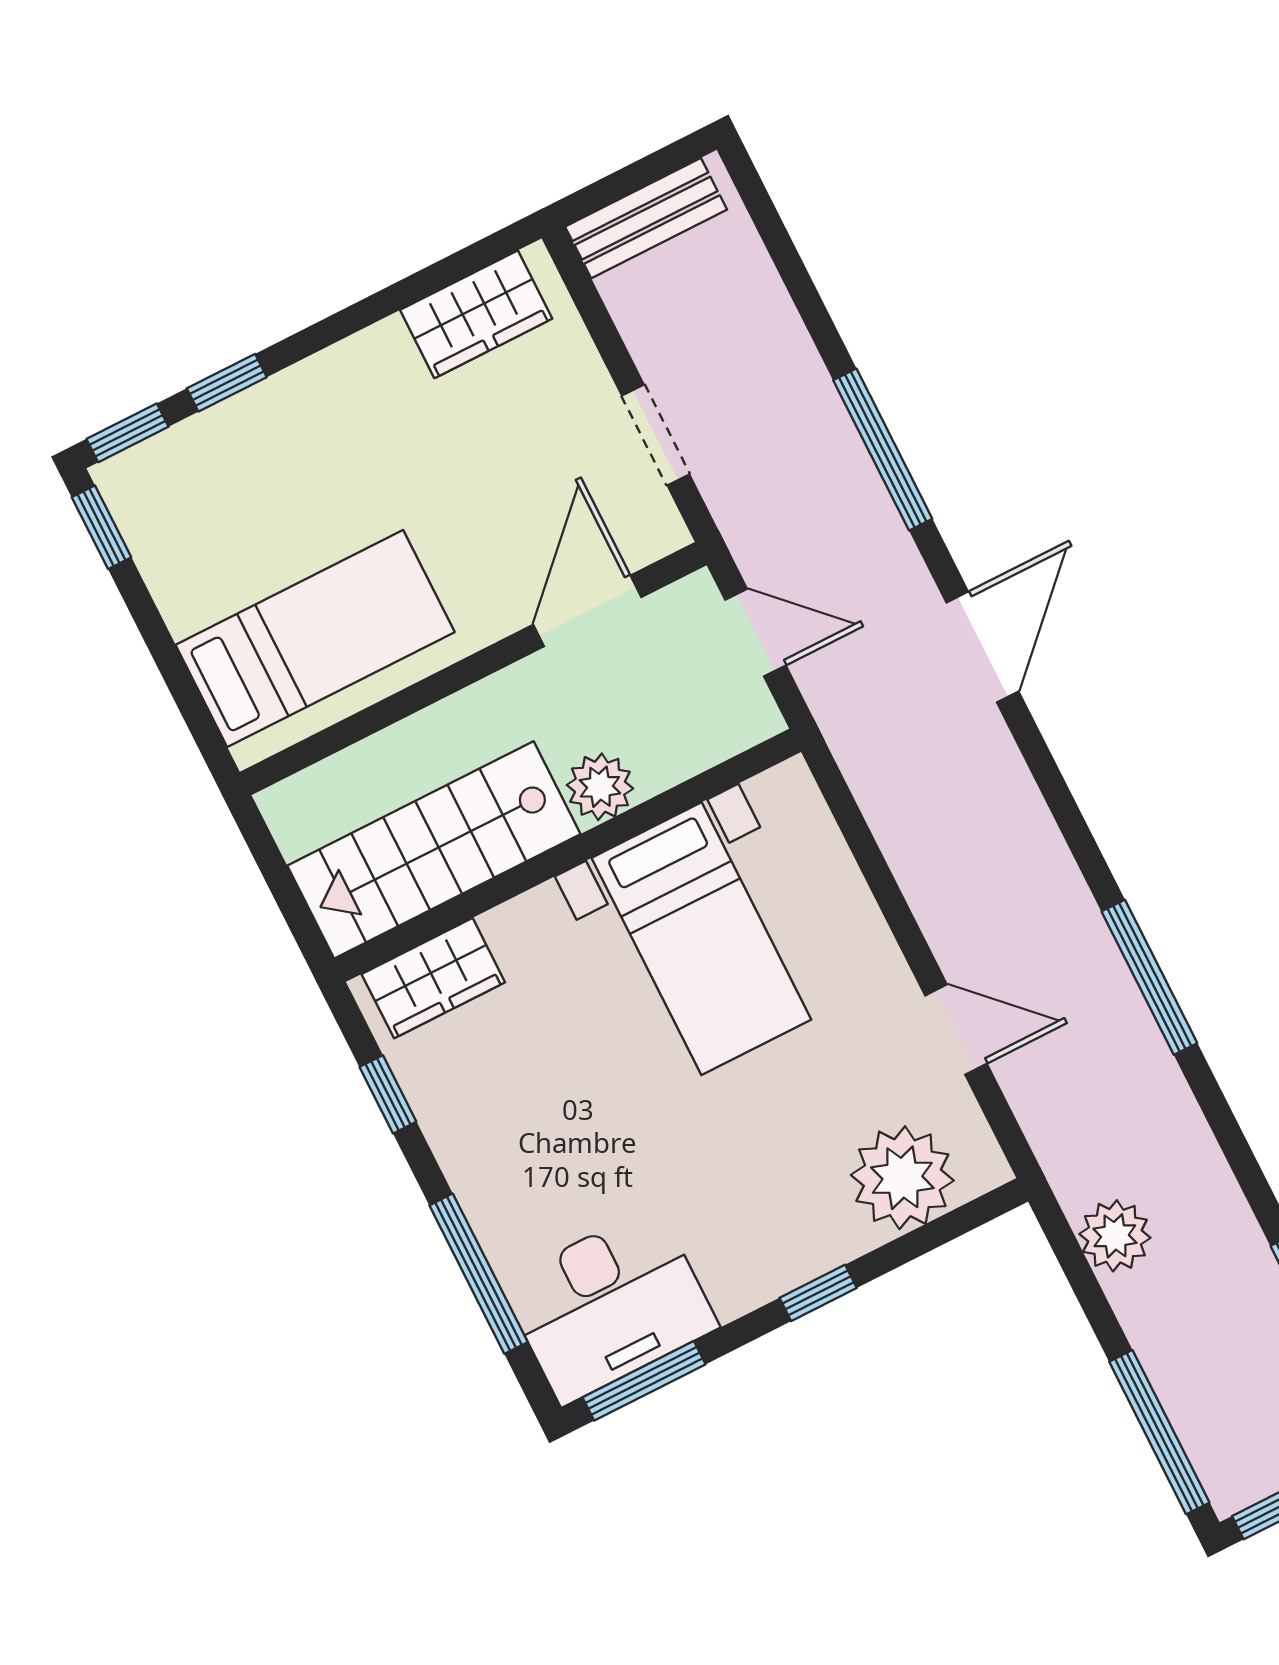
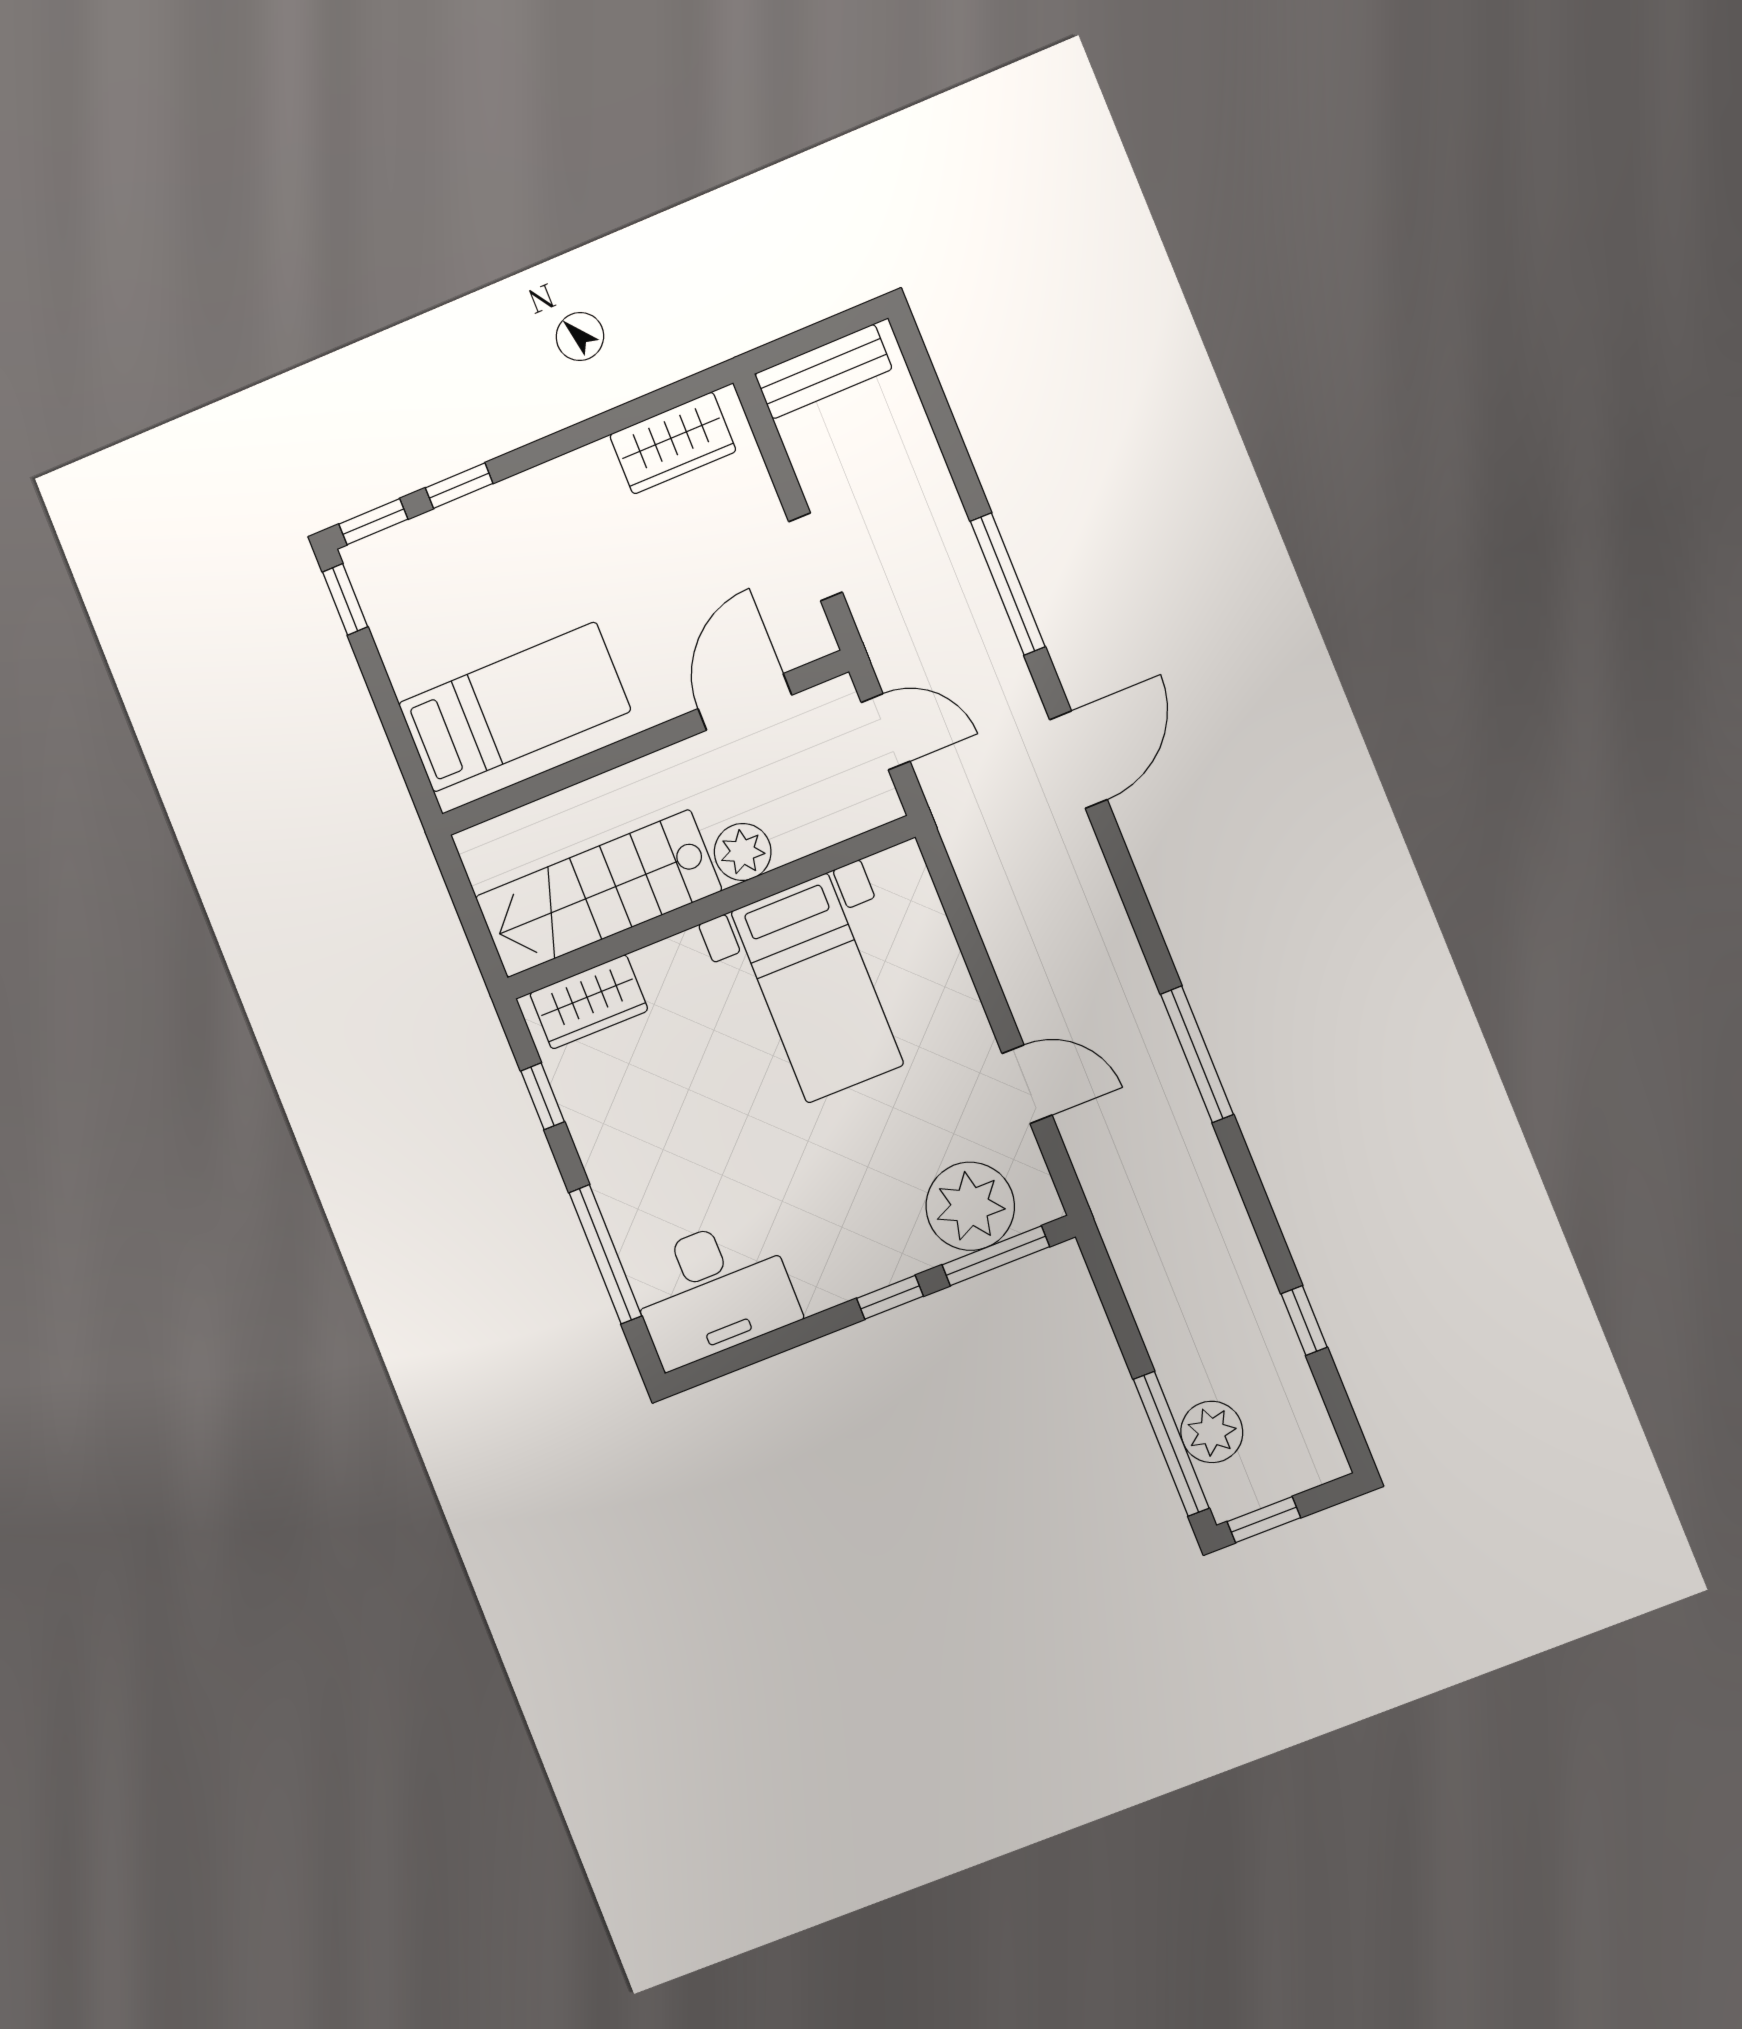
plant: (1115, 1236) -> (1212, 1432), moved
window: (644, 1381) -> (996, 1256), moved

